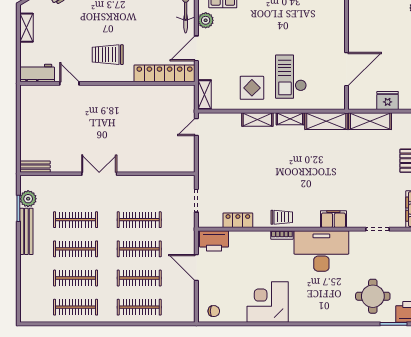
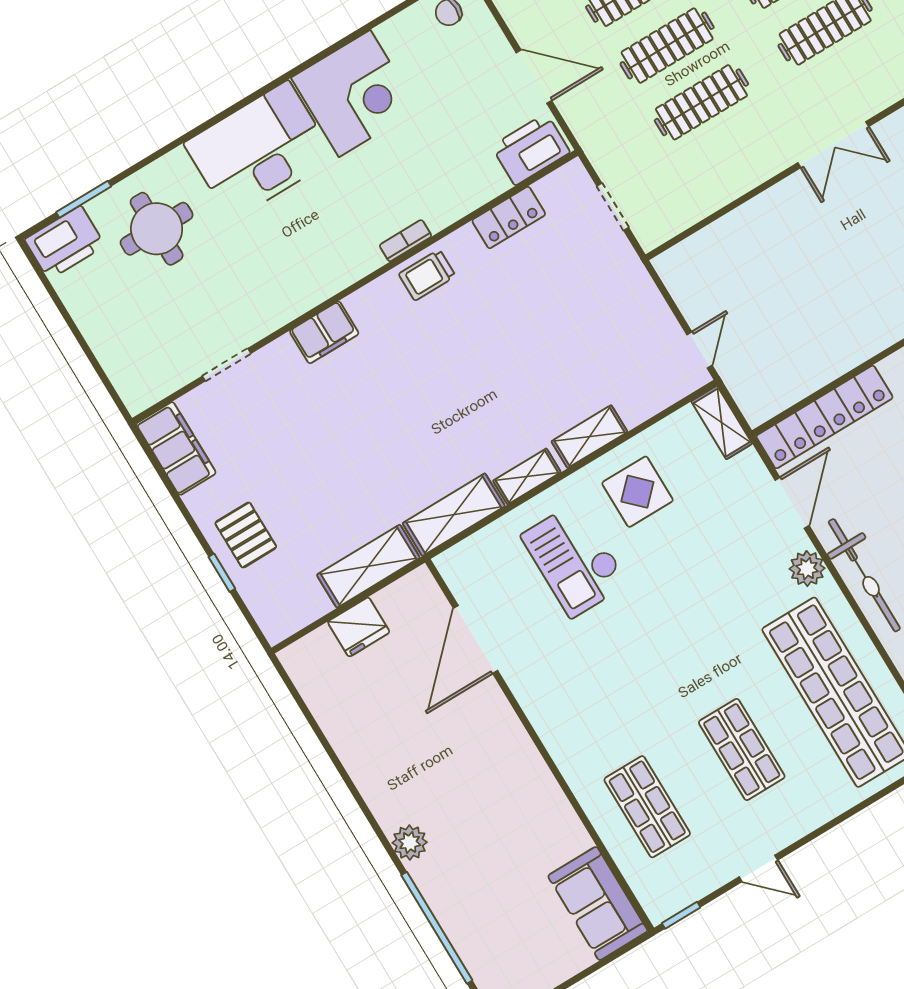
checkout: (291, 77) -> (575, 560), turned 180
desk: (321, 251) -> (260, 151), moved, turned 180

